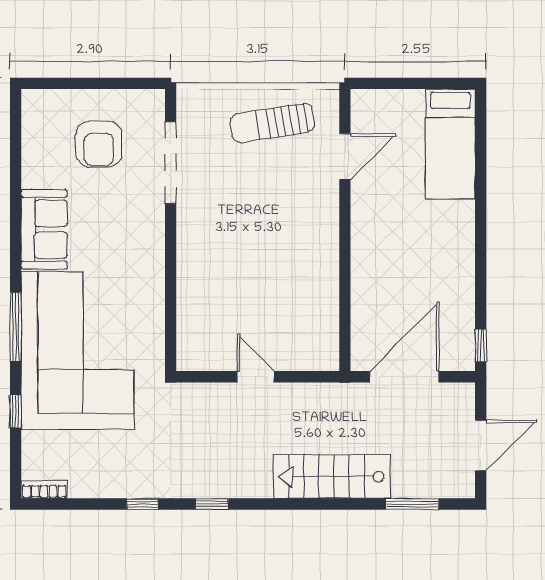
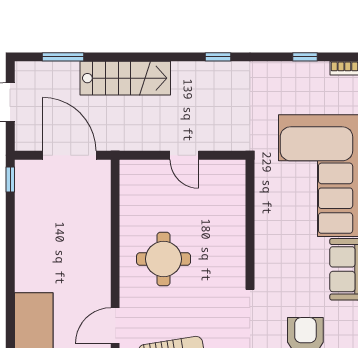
round table: (282, 243) -> (164, 259), added
door: (404, 377) -> (69, 155), swing flipped
window: (143, 504) -> (305, 57), moved

